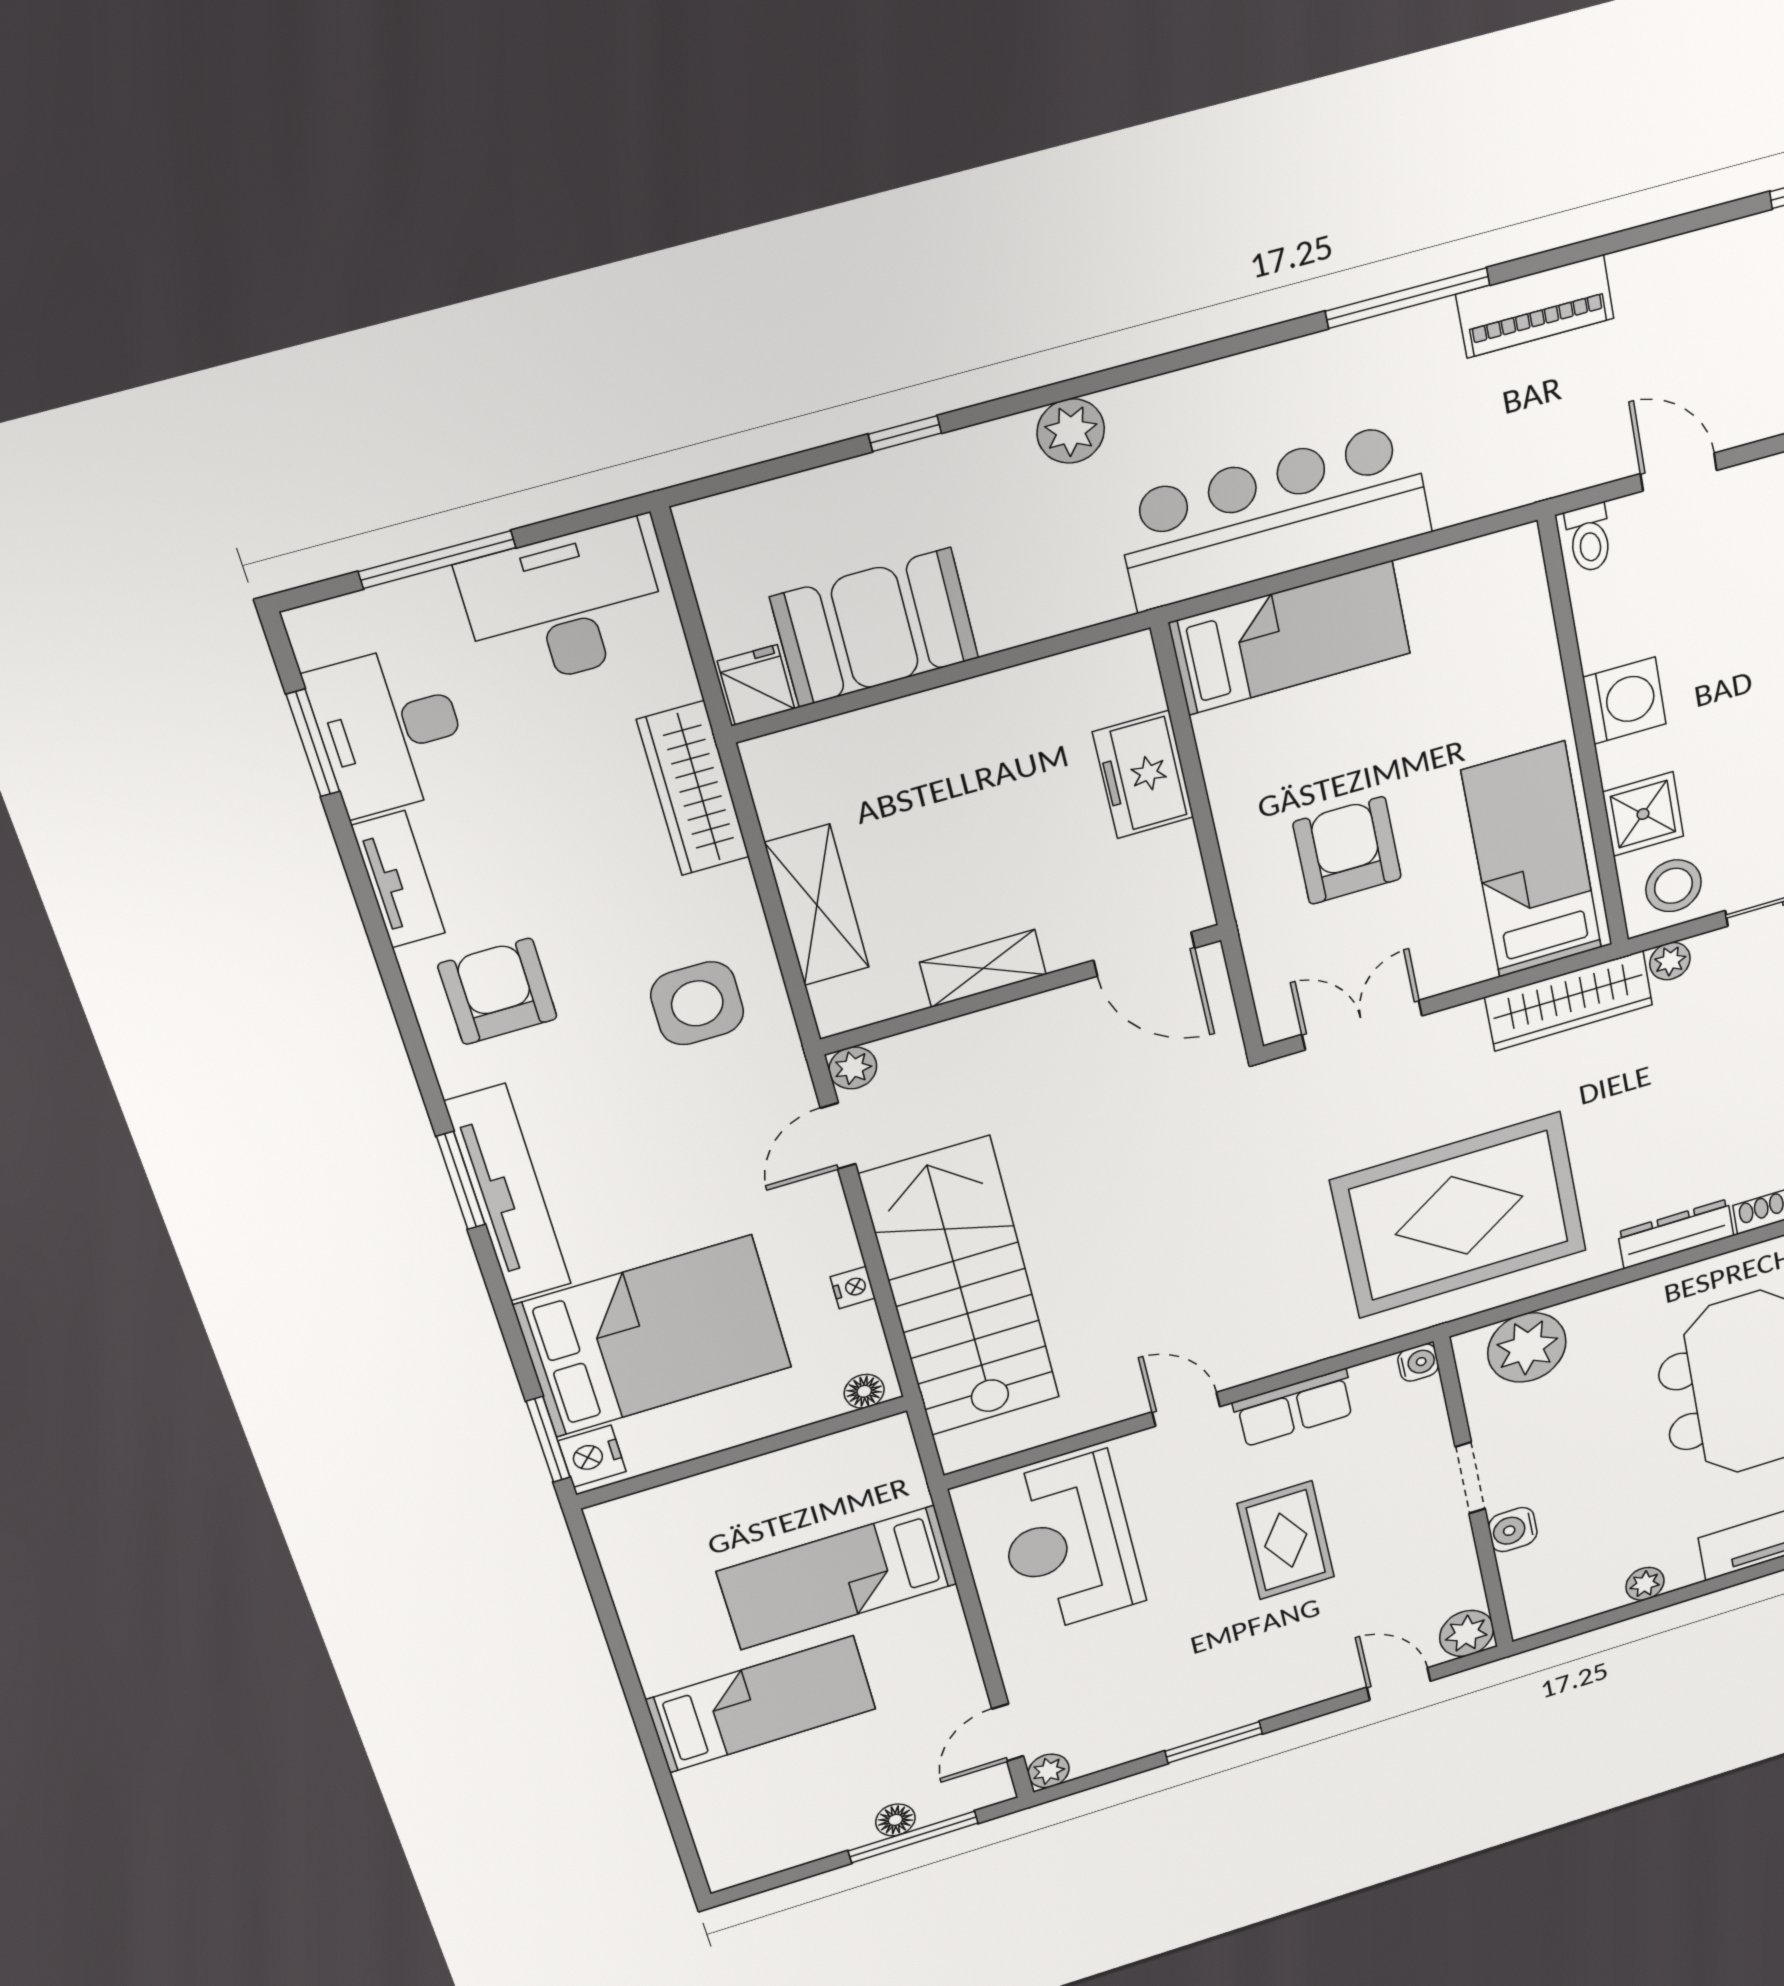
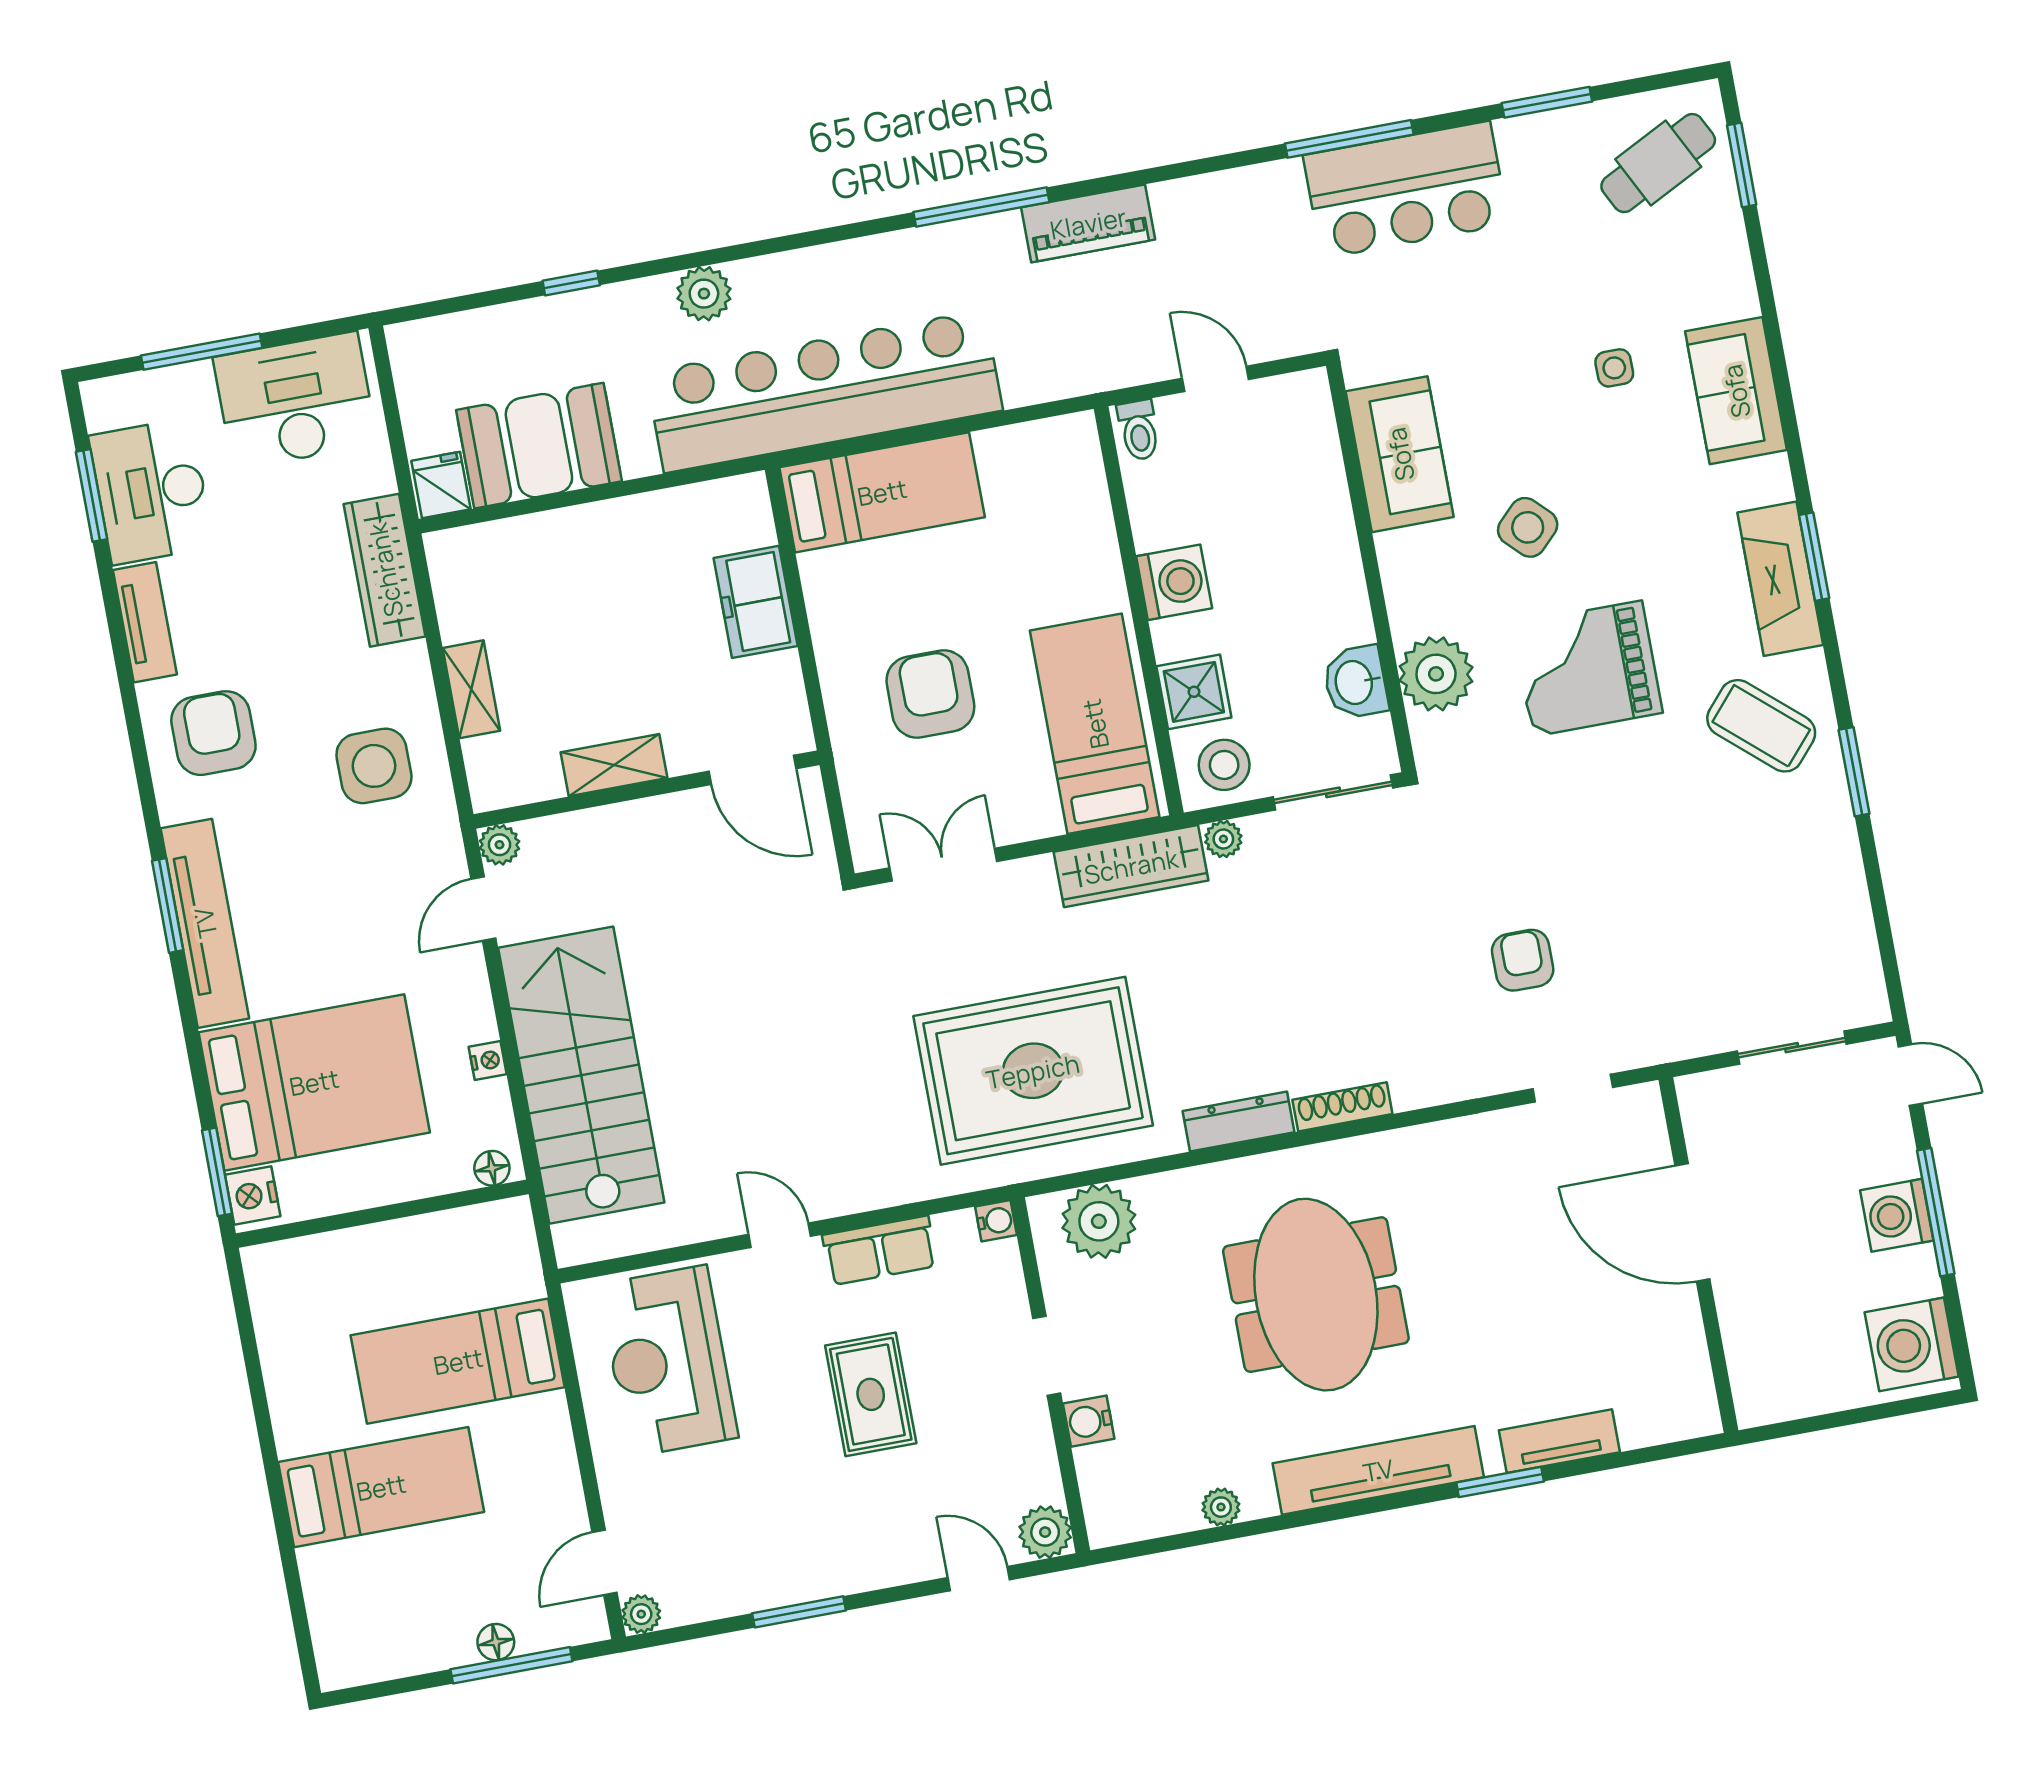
bar counter: (1274, 516) -> (824, 391), width x1.36
shelving: (817, 905) -> (471, 689), width x0.67, depth x0.75

